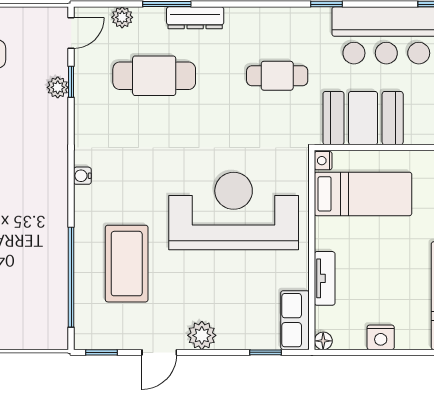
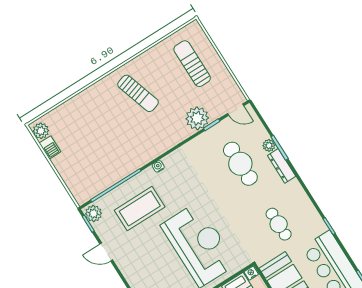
plant: (122, 17) -> (269, 145), moved
plant: (58, 87) -> (197, 118), width x1.88, depth x1.88
water cooler: (82, 176) -> (158, 166), moved
plant: (202, 335) -> (93, 214), moved

